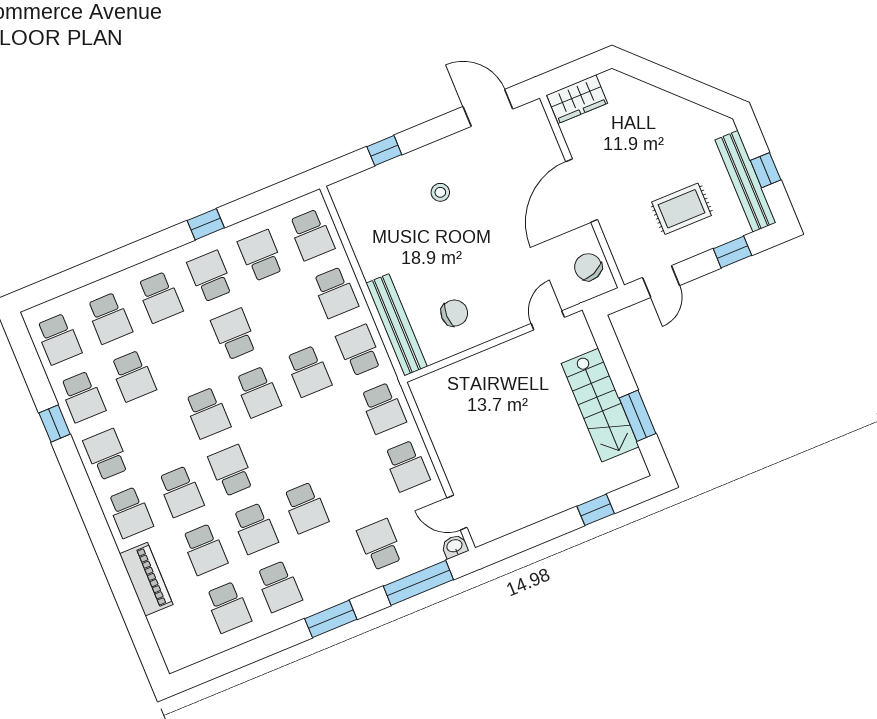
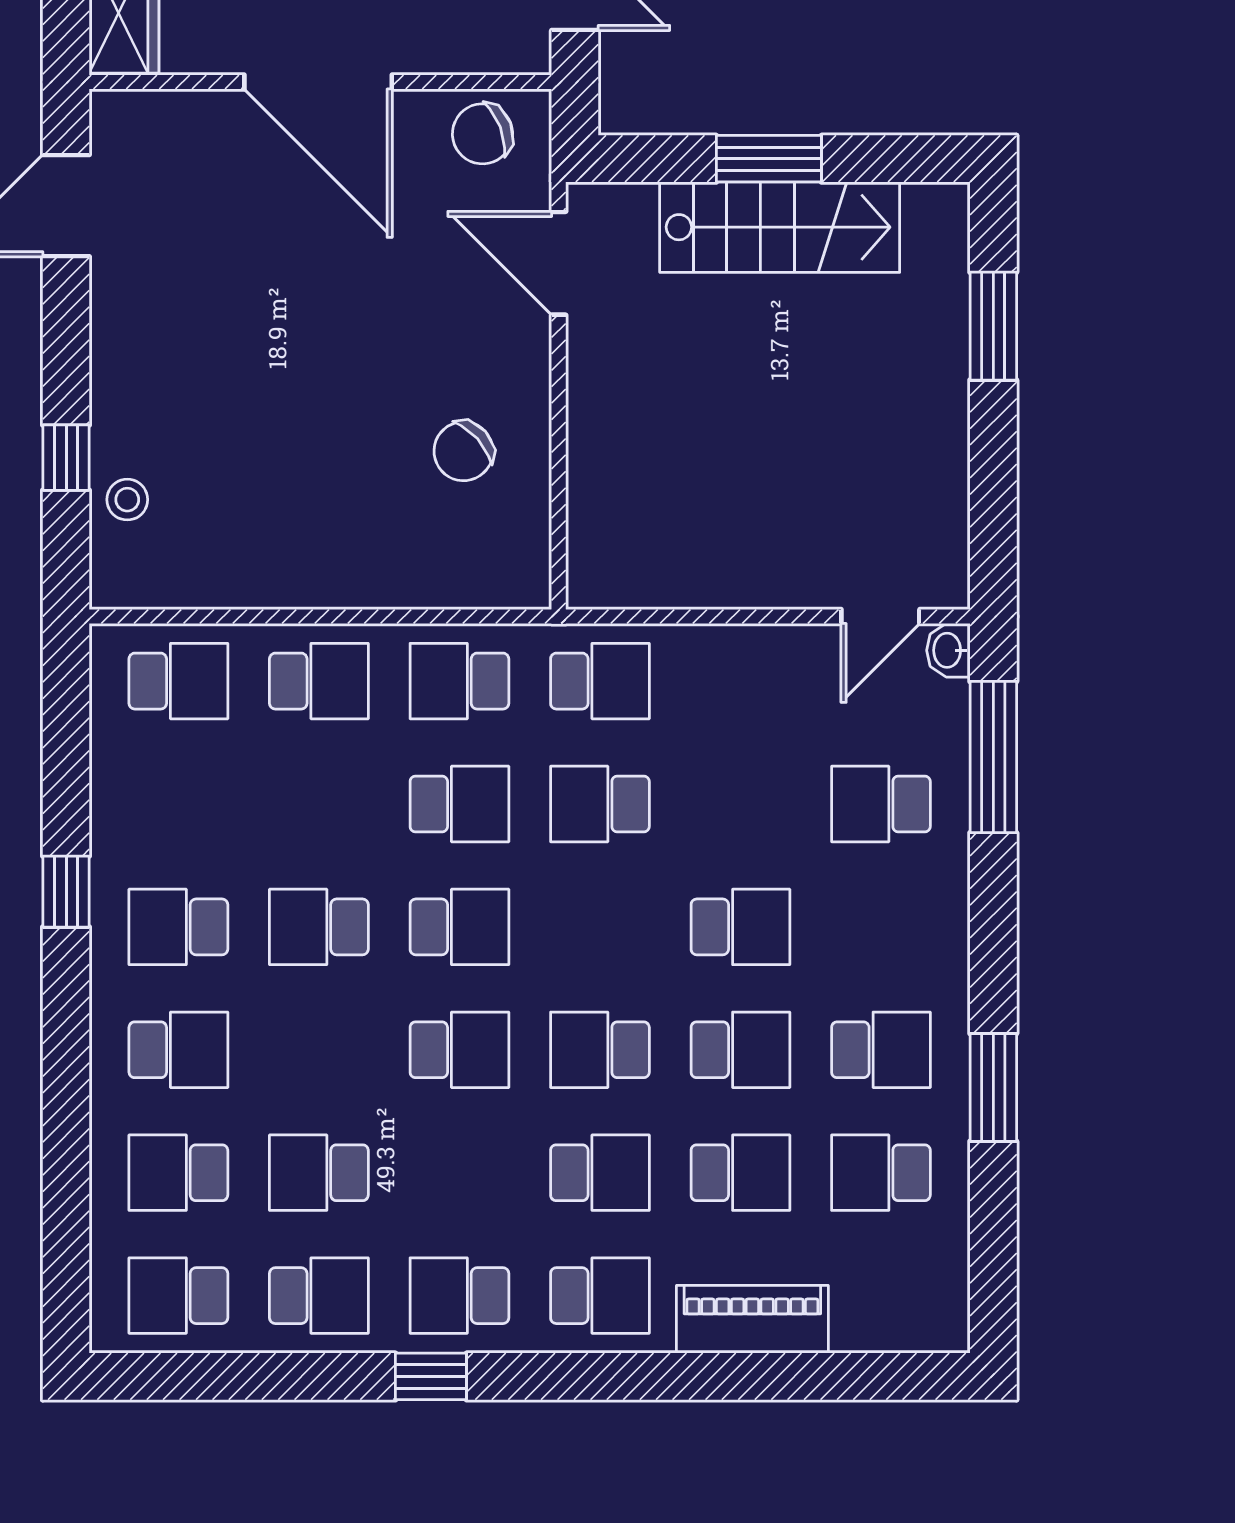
stool: (440, 192) -> (127, 500), moved
school desk: (261, 256) -> (178, 804), removed
chair: (454, 313) -> (464, 451), turned -132
school desk: (109, 318) -> (178, 1173), turned 180
door: (548, 320) -> (559, 263), width x1.38
bench: (397, 325) -> (439, 581), removed
school desk: (59, 339) -> (178, 1296), turned 180
school desk: (133, 376) -> (319, 1173), turned 180
window: (637, 416) -> (769, 159), moved
window: (55, 424) -> (431, 1376), moved
school desk: (407, 466) -> (600, 804), moved, turned 180
window: (596, 510) -> (993, 326), width x1.50
school desk: (228, 607) -> (881, 1173), turned 180
window: (331, 619) -> (993, 1087), moved

